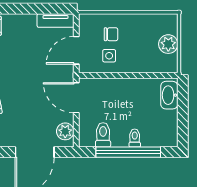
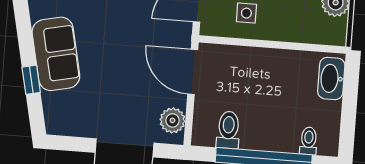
toilet: (135, 138) -> (309, 141), moved

